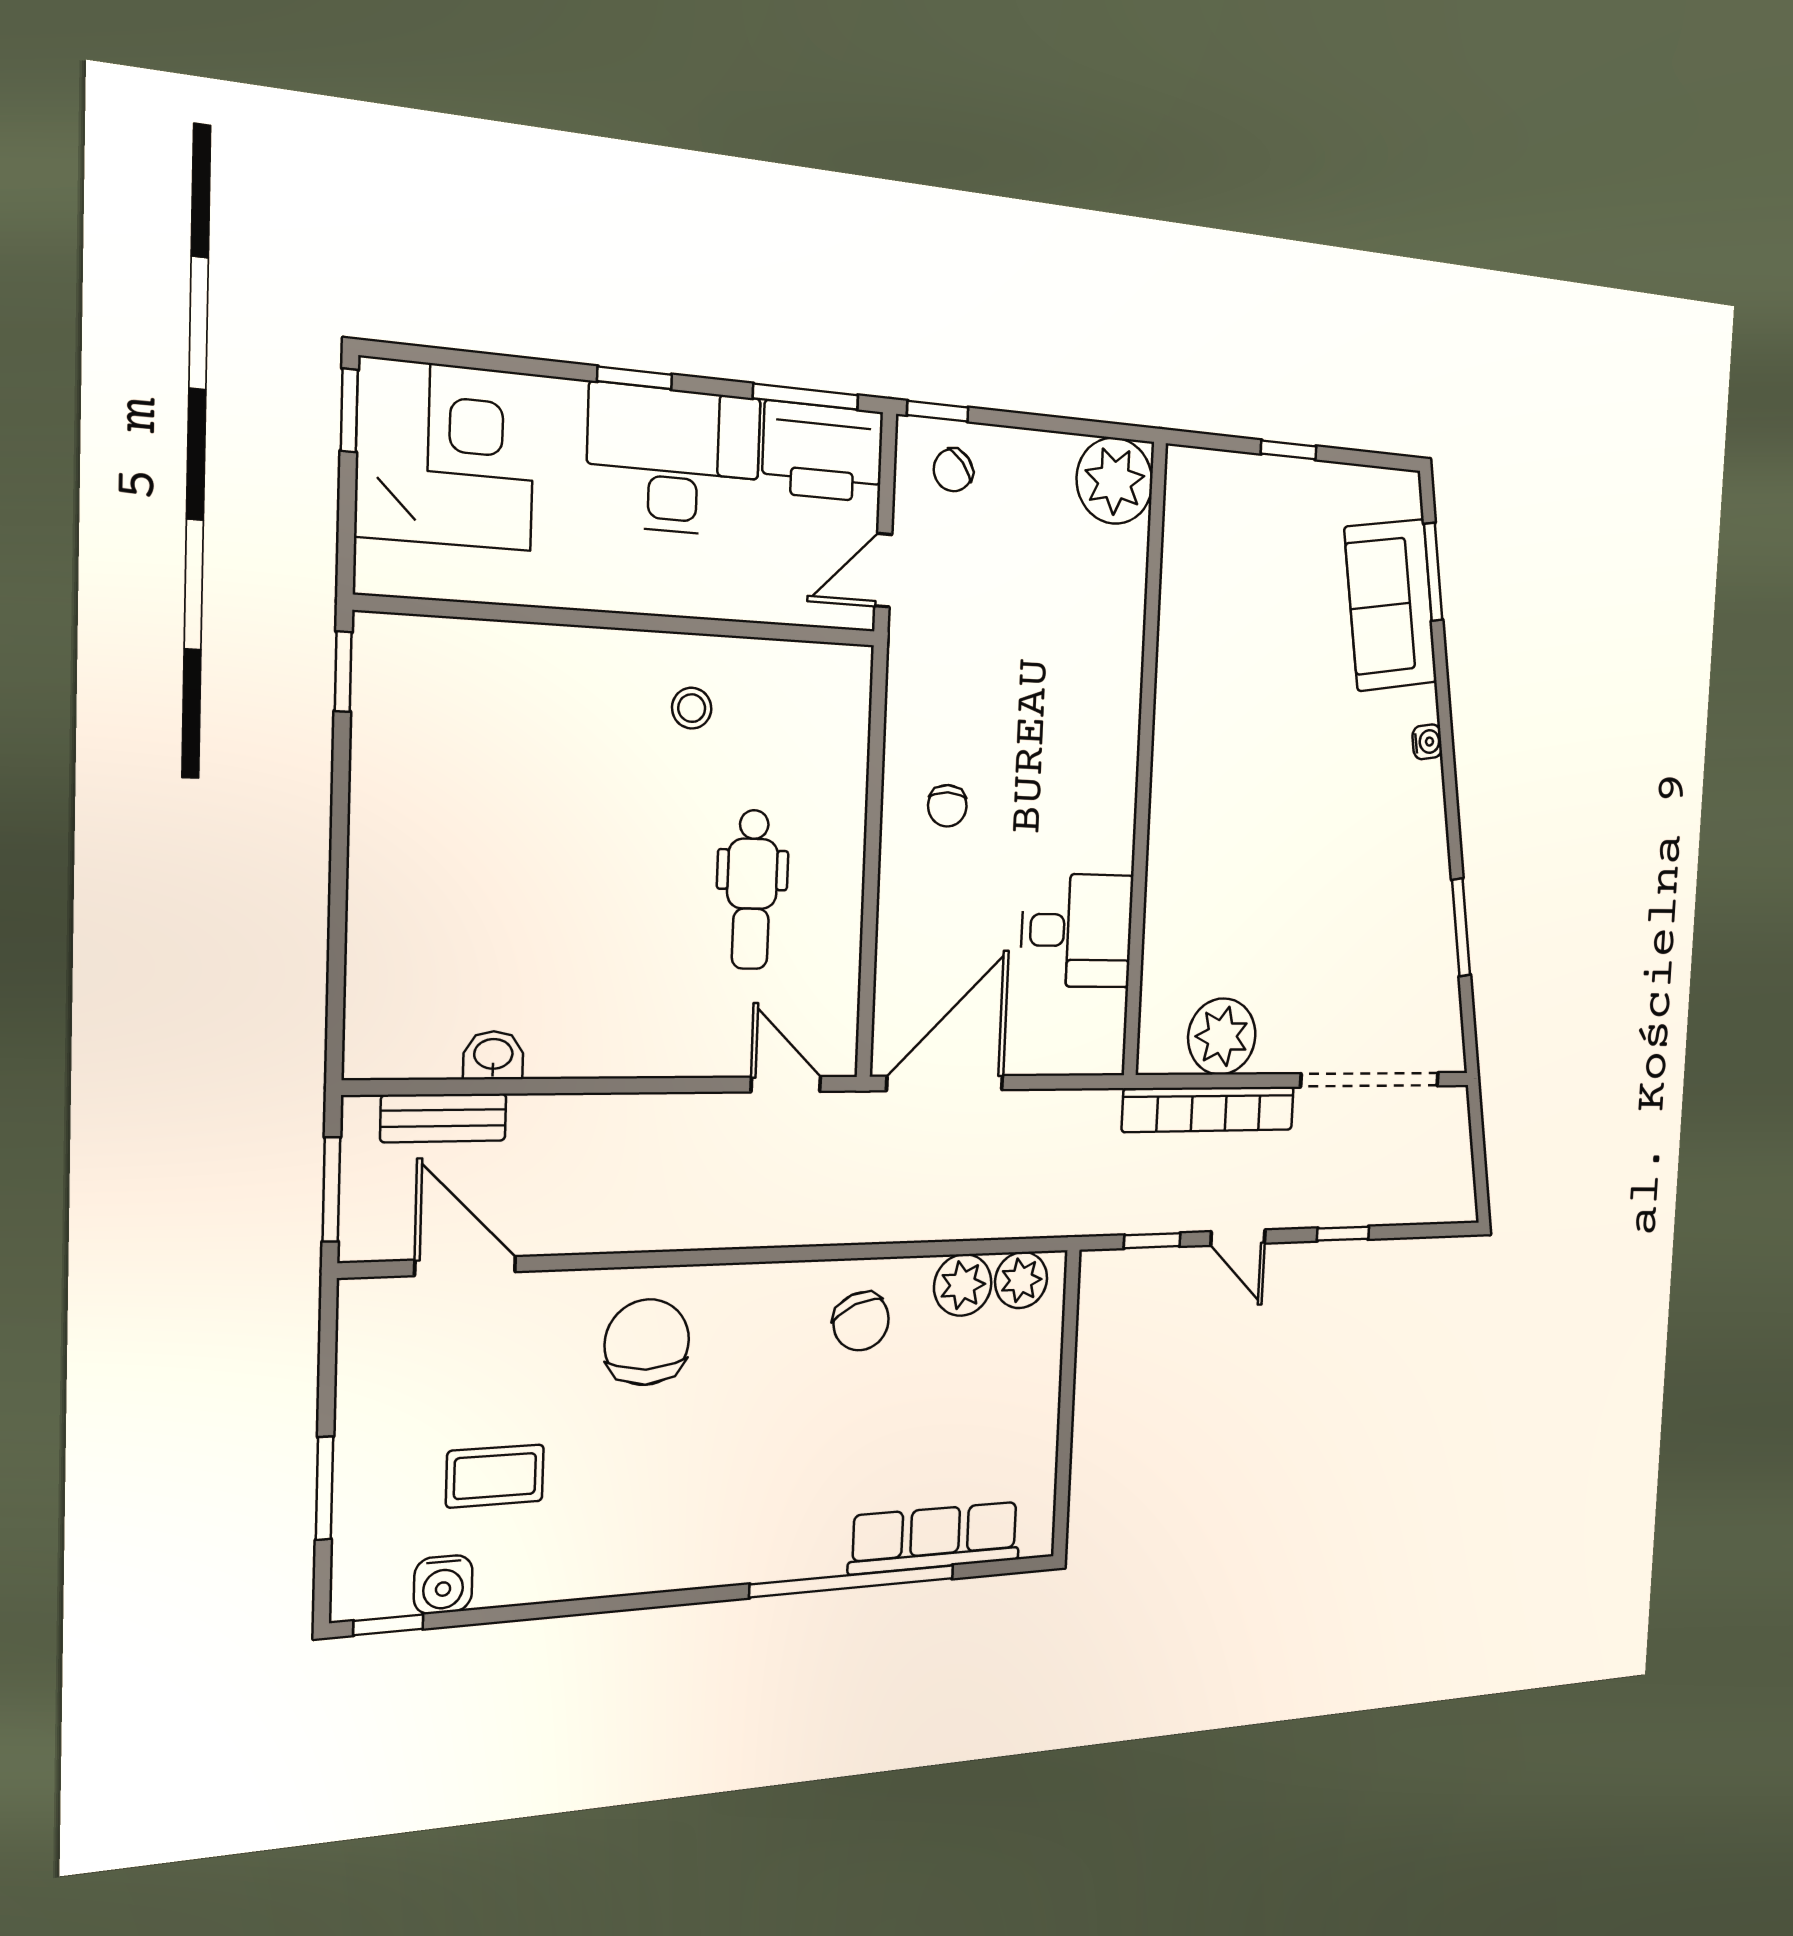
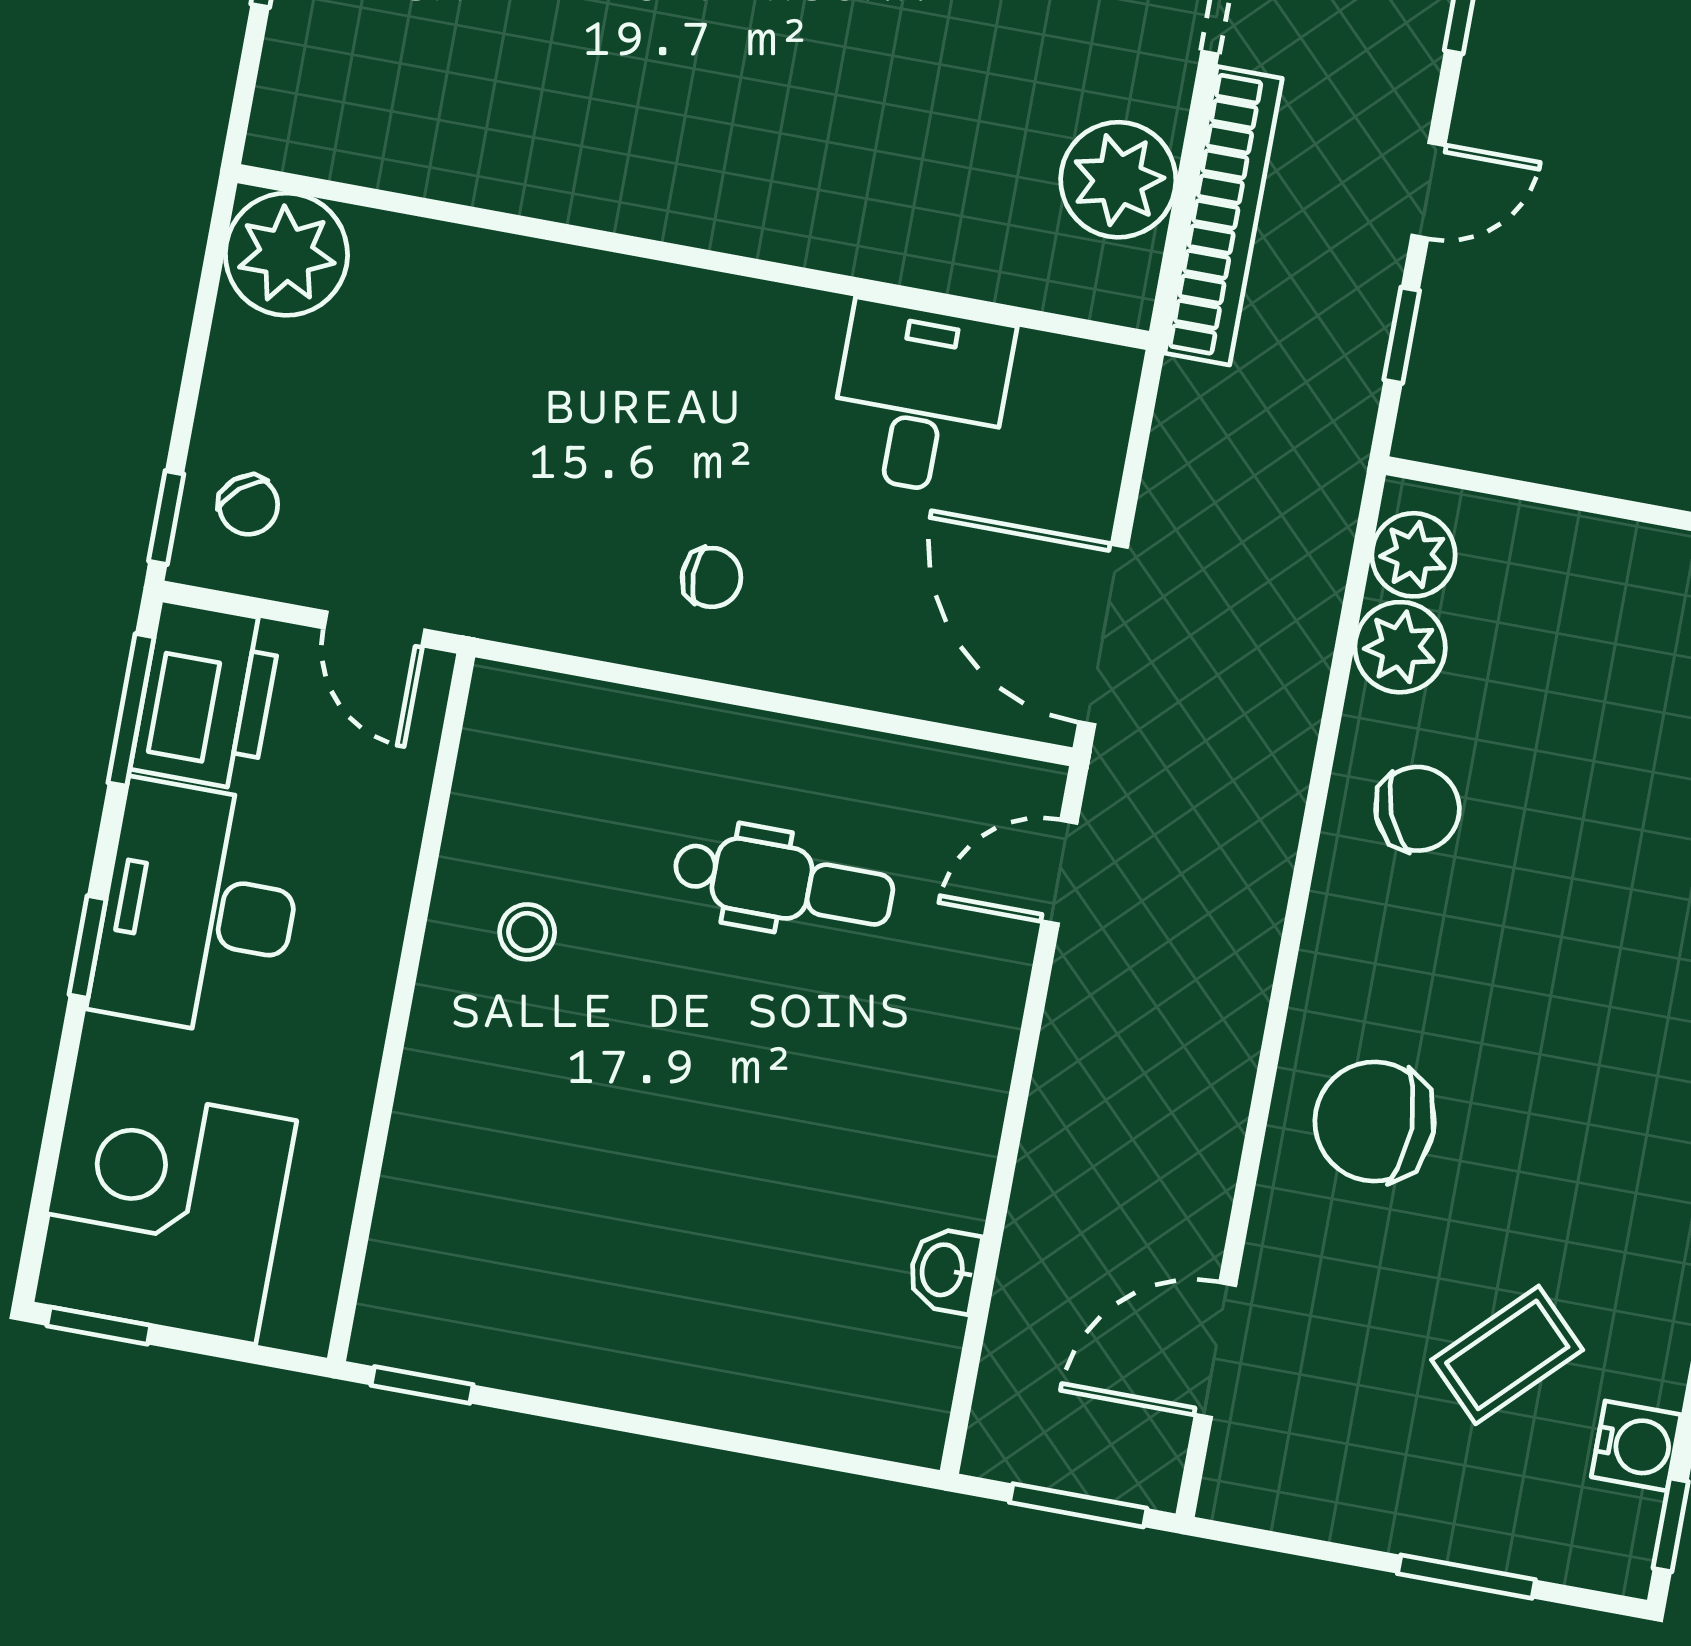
bench: (444, 1118) -> (1014, 1348), removed
coffee table: (495, 1476) -> (1507, 1355), turned 45

